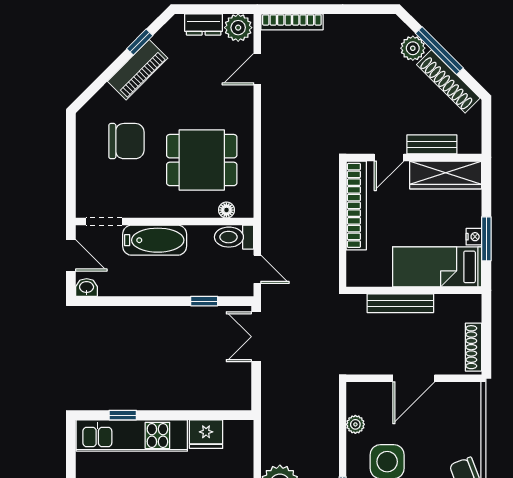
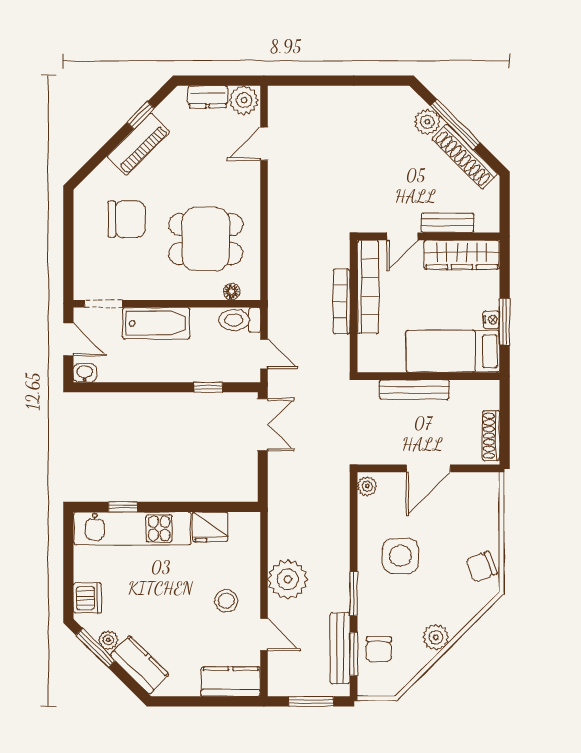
bookcase: (292, 22) -> (342, 301), moved, turned 90
double door: (256, 337) -> (263, 425), swing flipped
plant: (355, 424) -> (367, 486), moved

